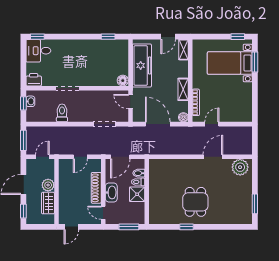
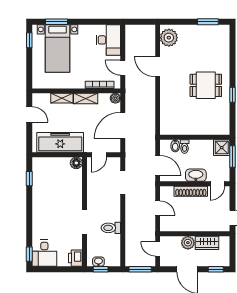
shelving: (183, 50) -> (62, 98), moved
desk: (238, 111) -> (108, 40), added
shower: (137, 194) -> (222, 148), moved

